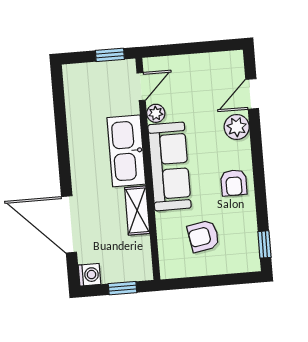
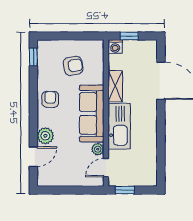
washing machine: (89, 275) -> (115, 47), moved, turned -90

